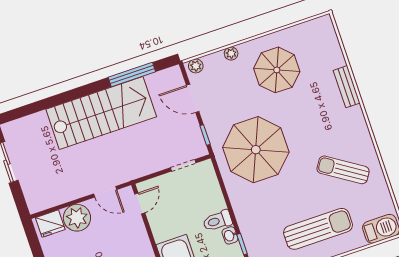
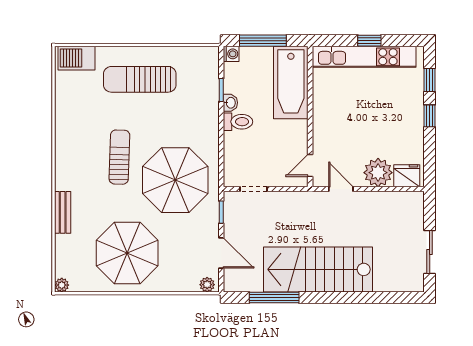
plant: (231, 53) -> (62, 285), moved
parasol: (277, 70) -> (127, 253), width x1.36, depth x1.36
sun lounger: (343, 170) -> (119, 157), moved, turned -121

